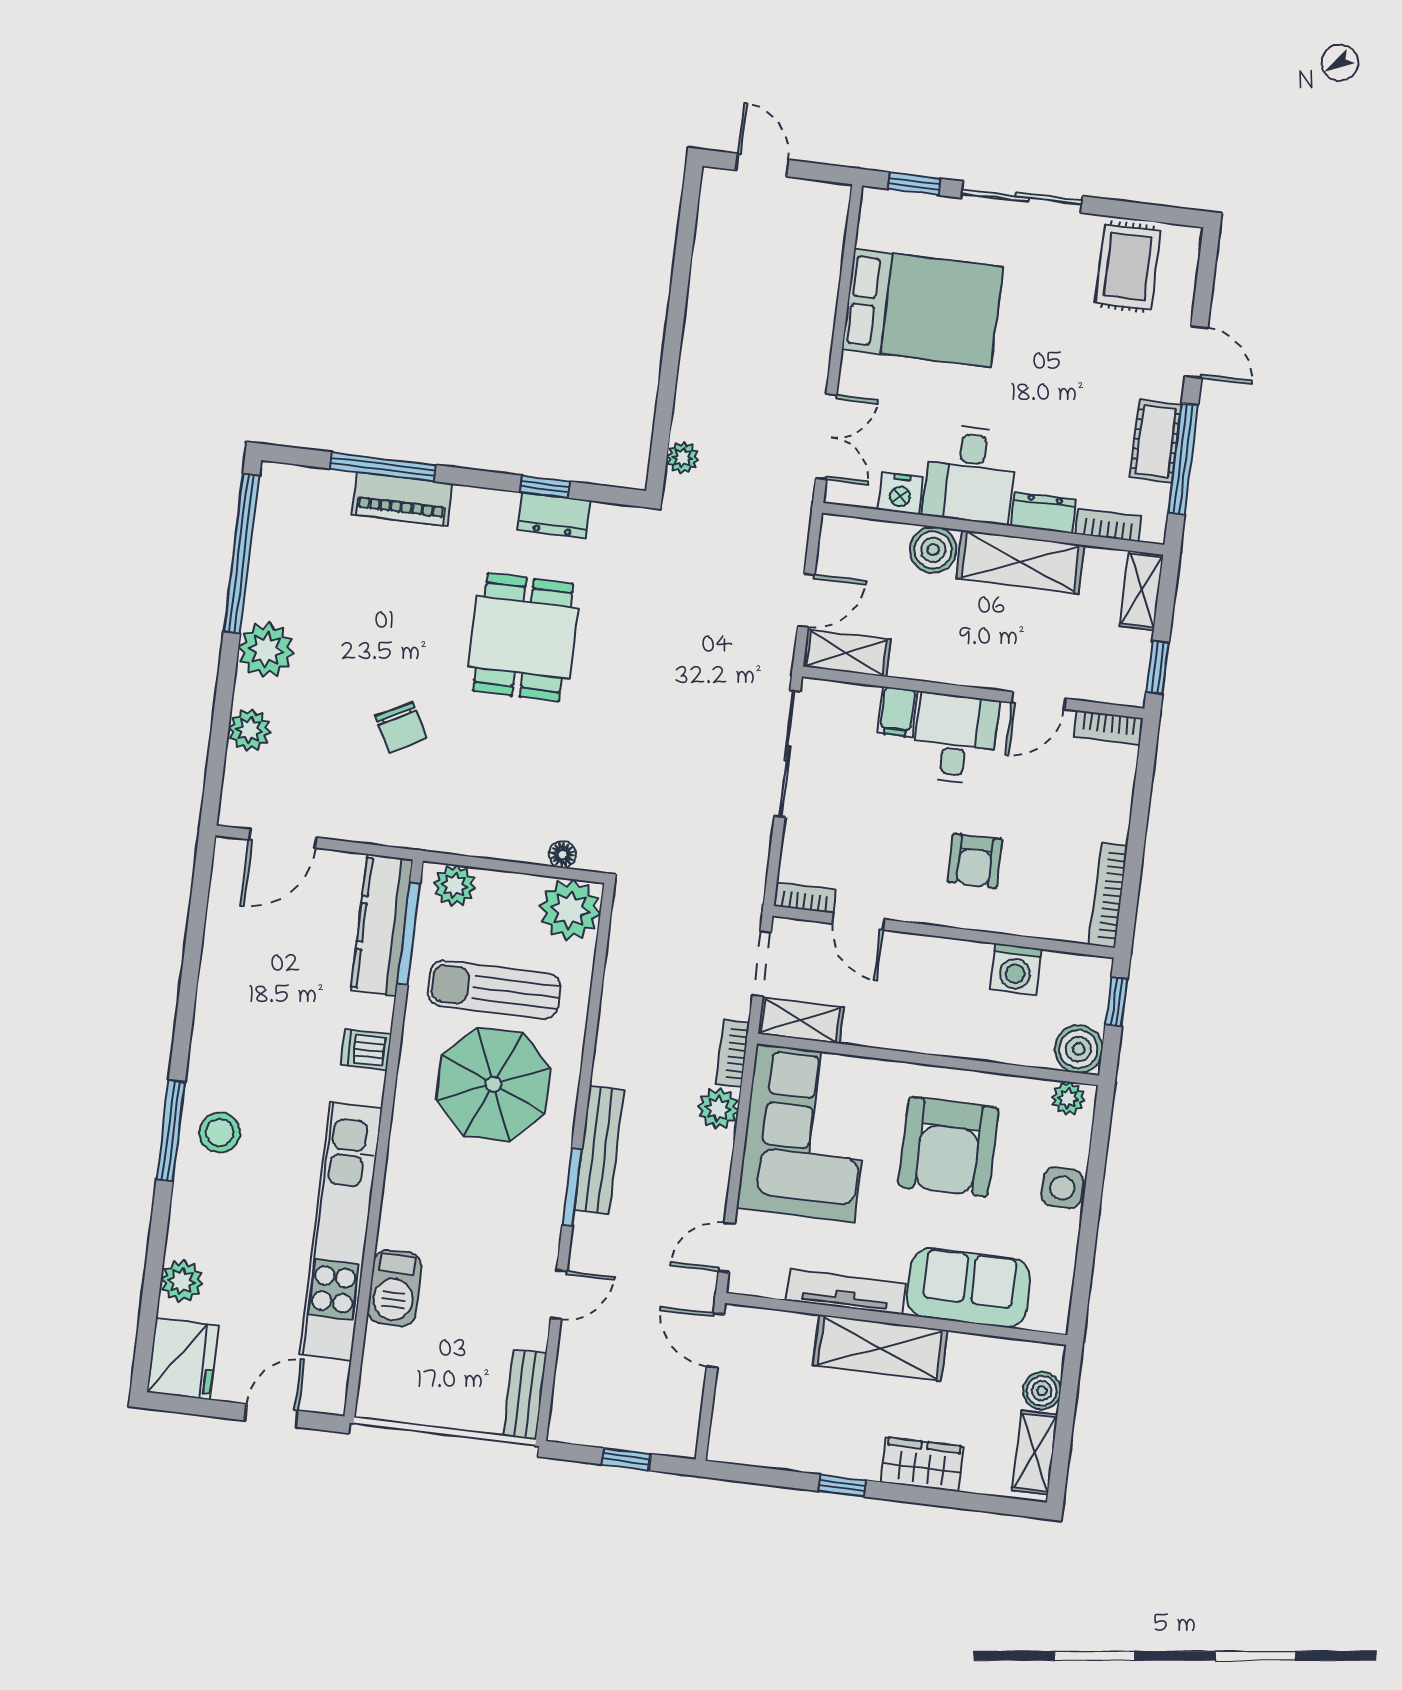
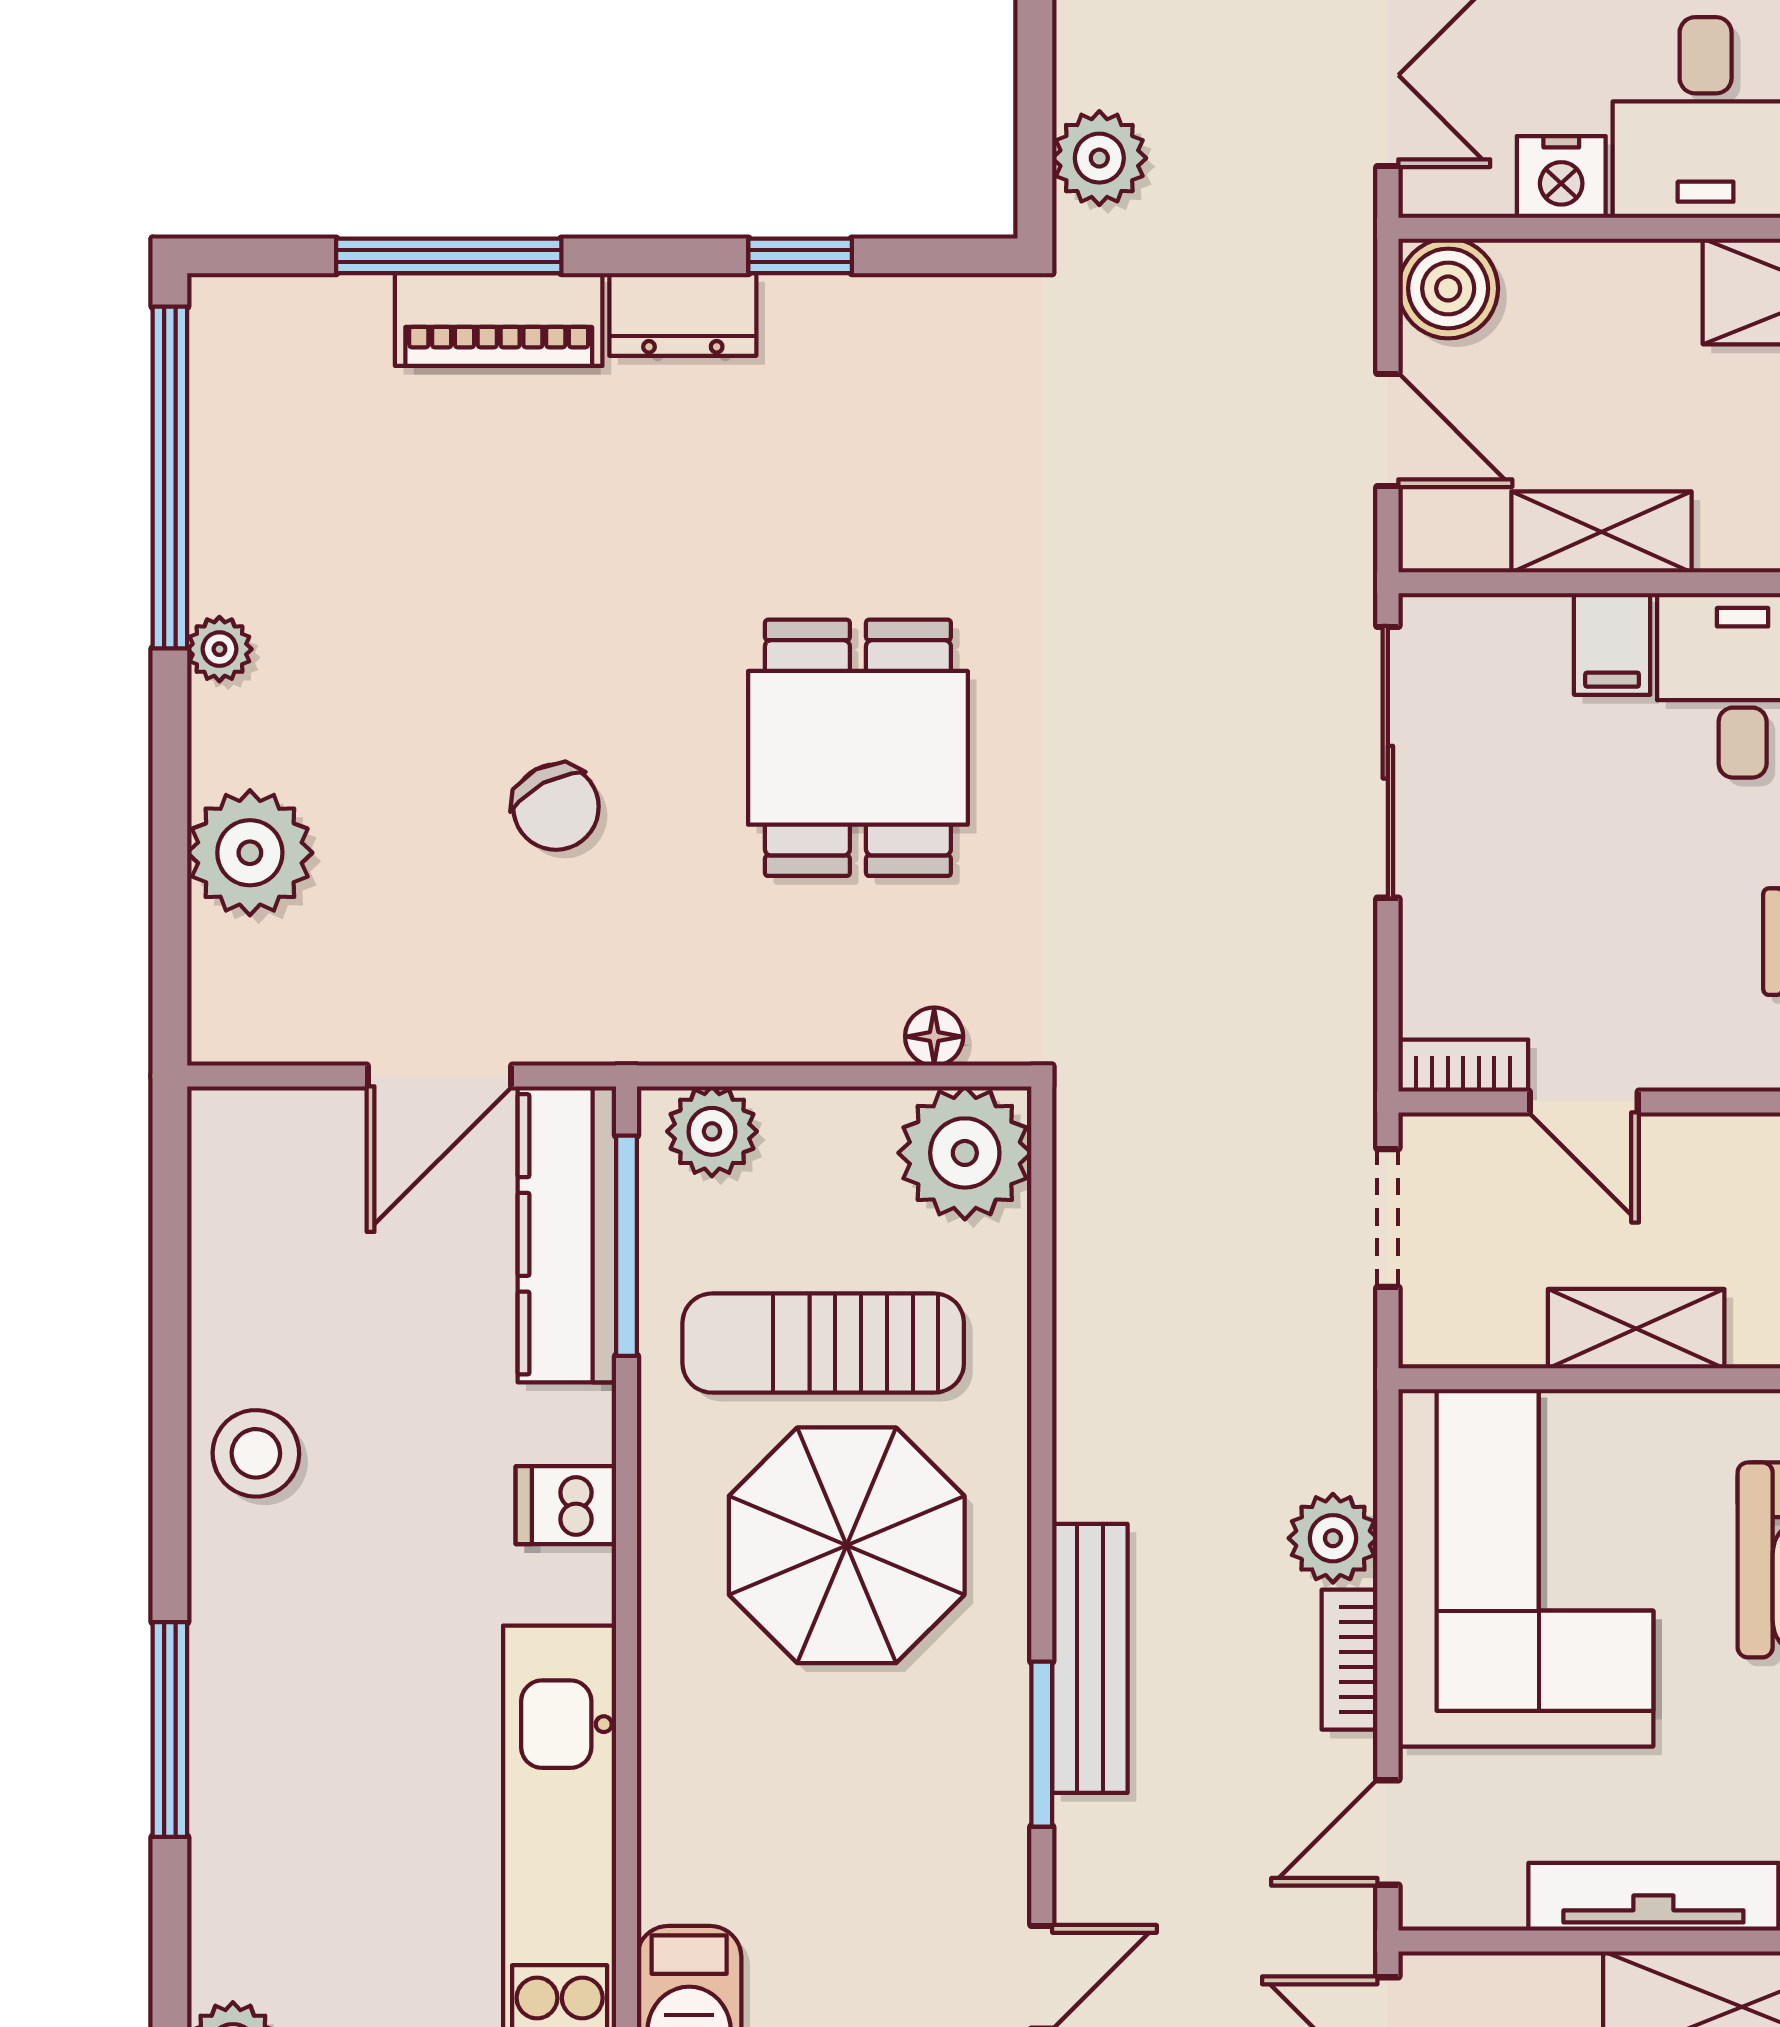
plant: (682, 458) -> (1099, 158), width x1.38, depth x1.38
dresser: (554, 515) -> (683, 315), moved
boiler: (933, 550) -> (1448, 288), moved
door: (806, 600) -> (1388, 430), hinge flipped
dining table: (523, 637) -> (858, 748), moved
plant: (266, 650) -> (219, 649), width x0.53, depth x0.53
shelving: (847, 653) -> (1601, 532), moved
plant: (250, 730) -> (250, 853), width x1.36, depth x1.36
door: (283, 839) -> (439, 1076), moved
shelving: (801, 1020) -> (1636, 1329), moved
bookcase: (733, 1053) -> (1350, 1660), moved
stool: (220, 1132) -> (256, 1453), moved

